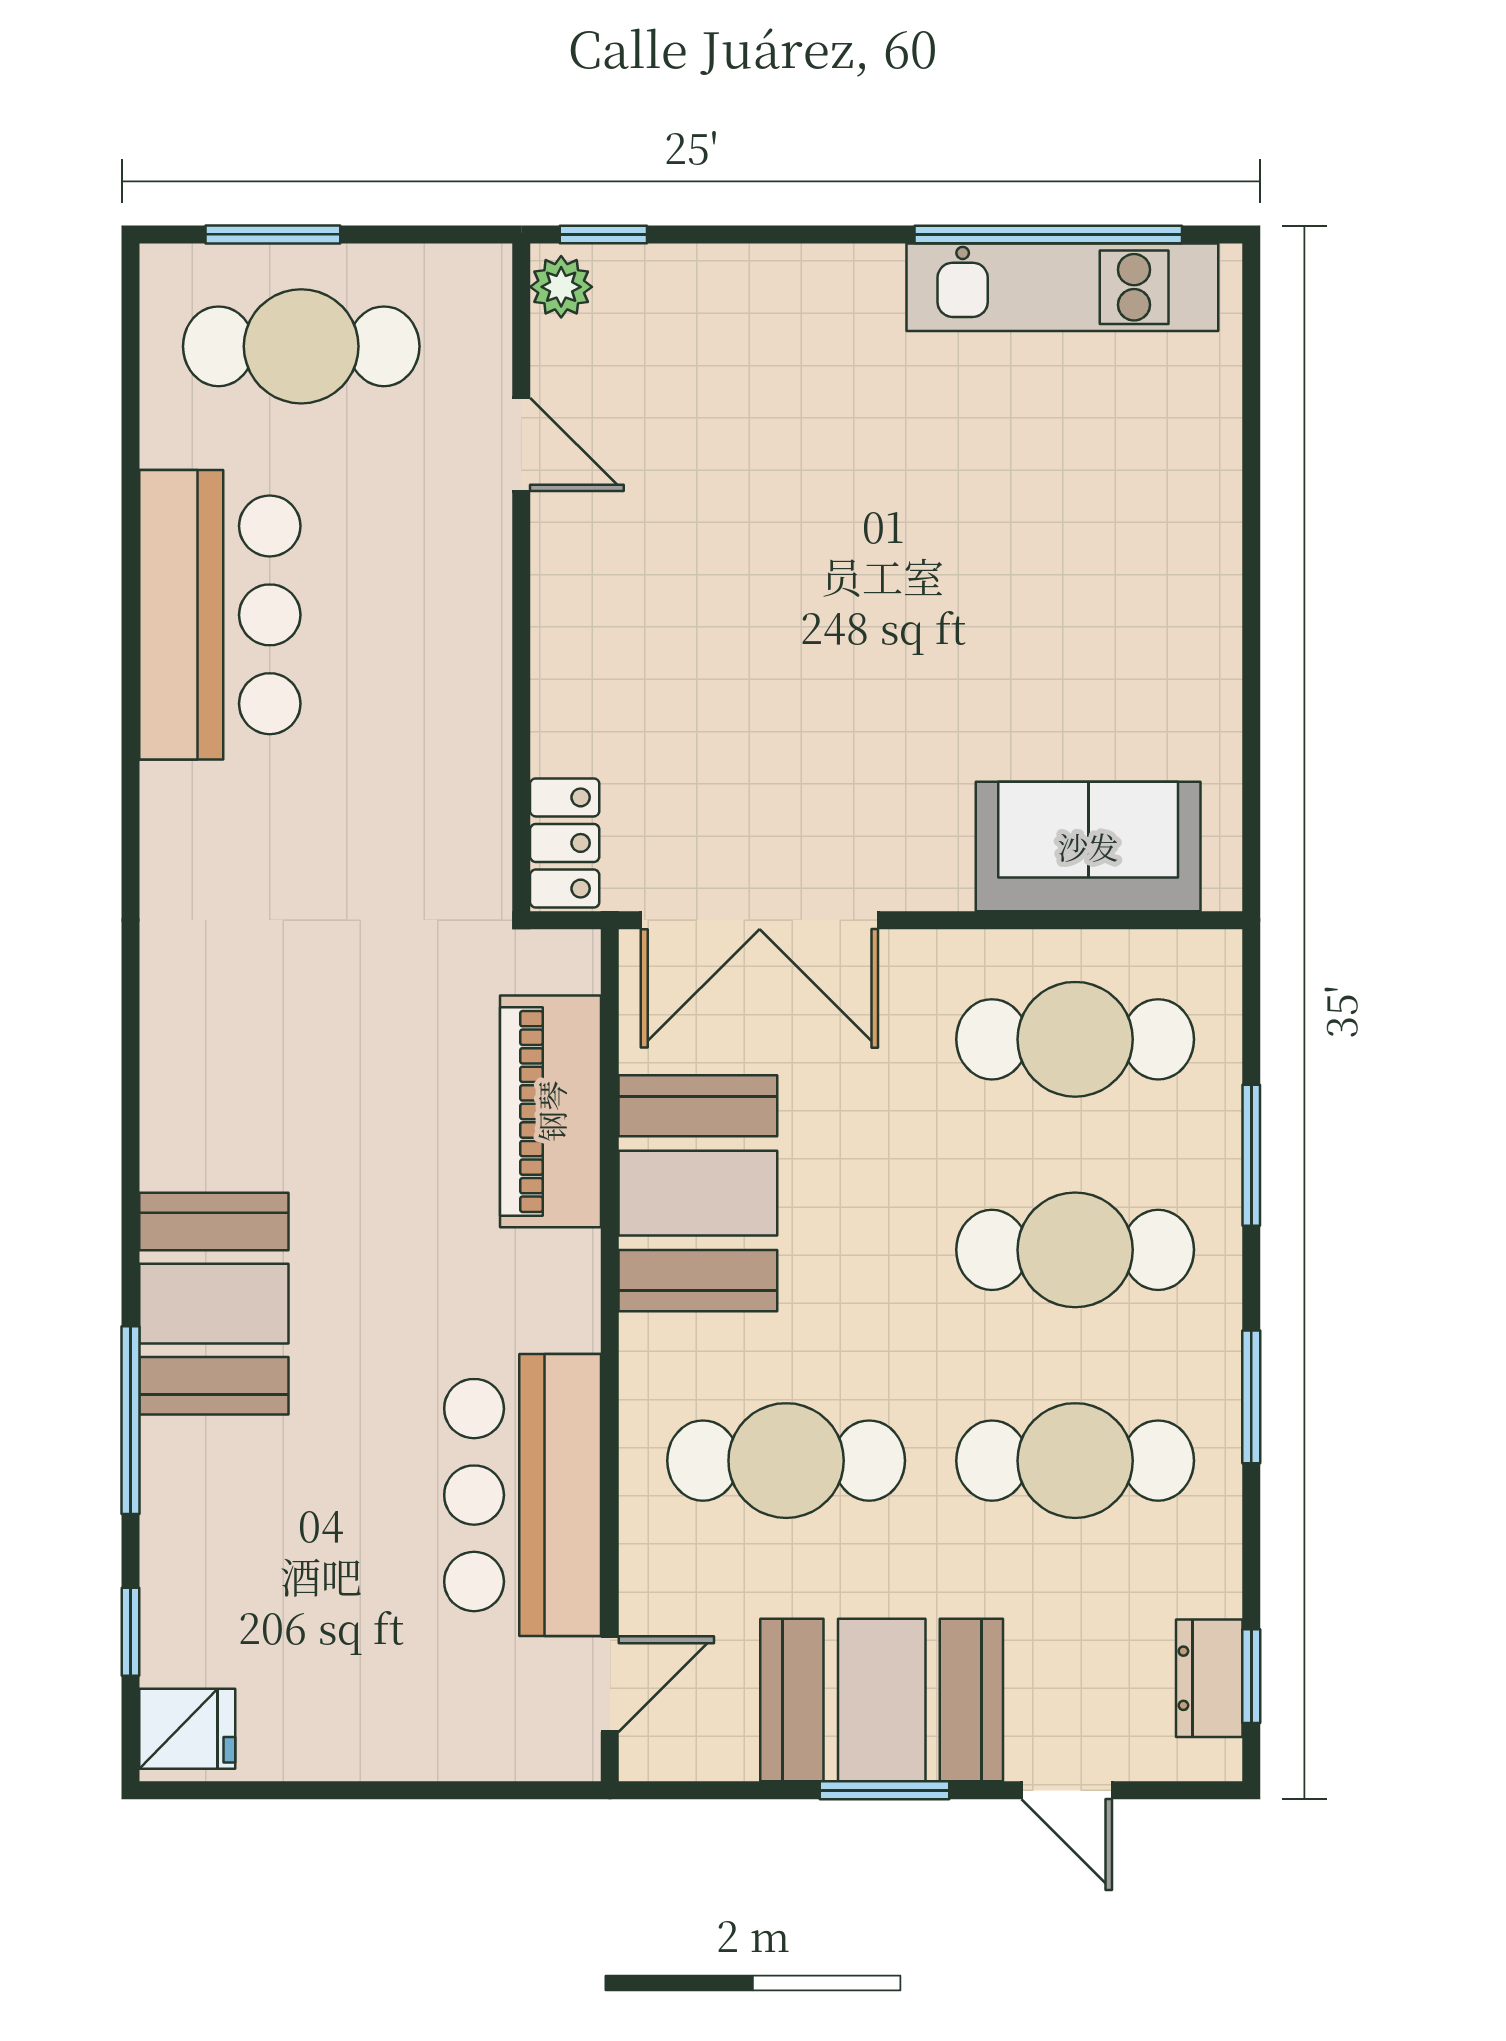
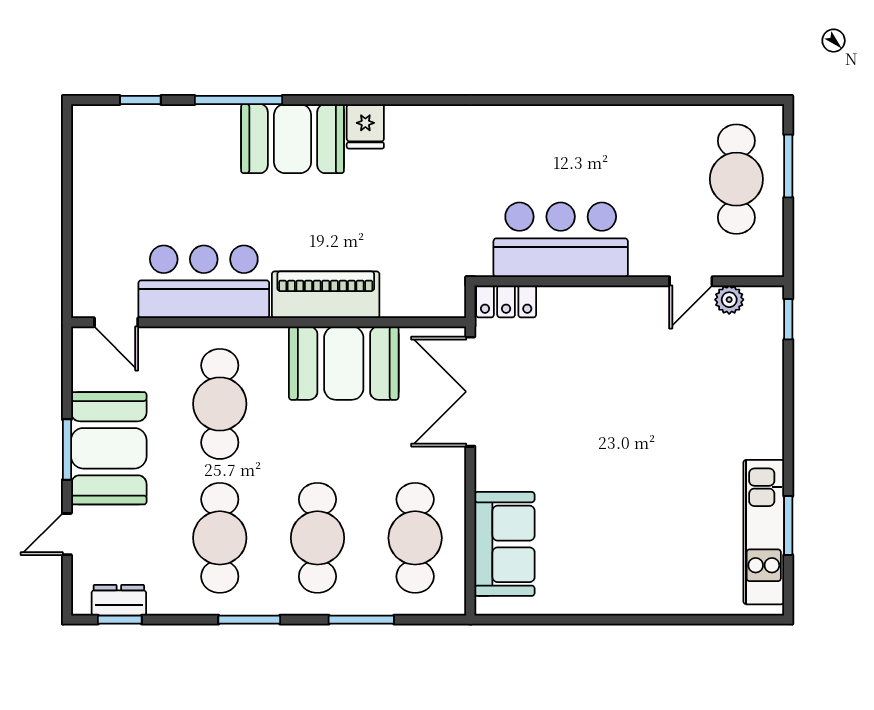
window: (1048, 234) -> (788, 525), width x0.47
plant: (561, 287) -> (729, 300), moved
bar counter: (220, 615) -> (561, 240), moved, turned 180
piano: (551, 1111) -> (326, 295), moved
fridge: (187, 1729) -> (365, 126), moved

